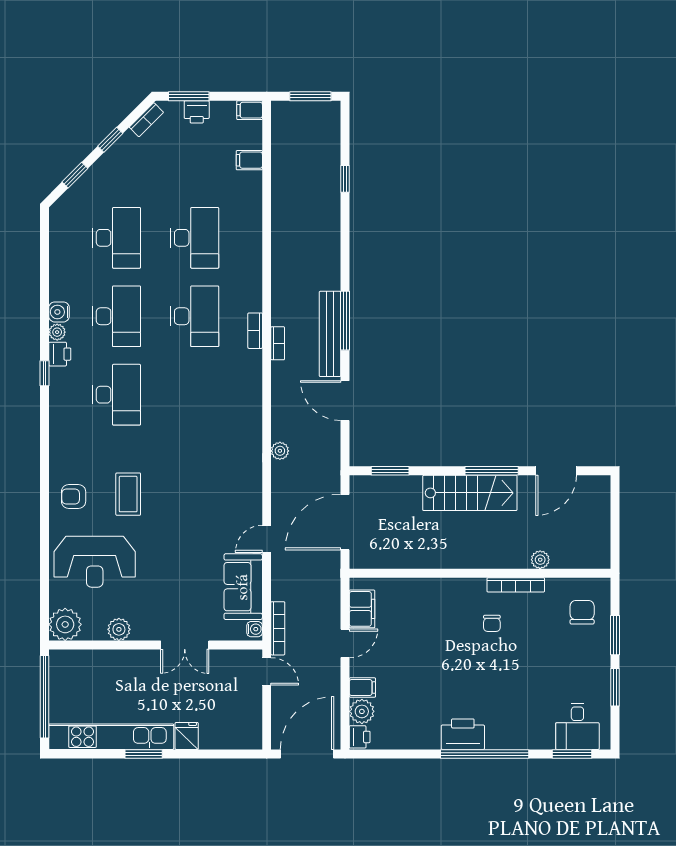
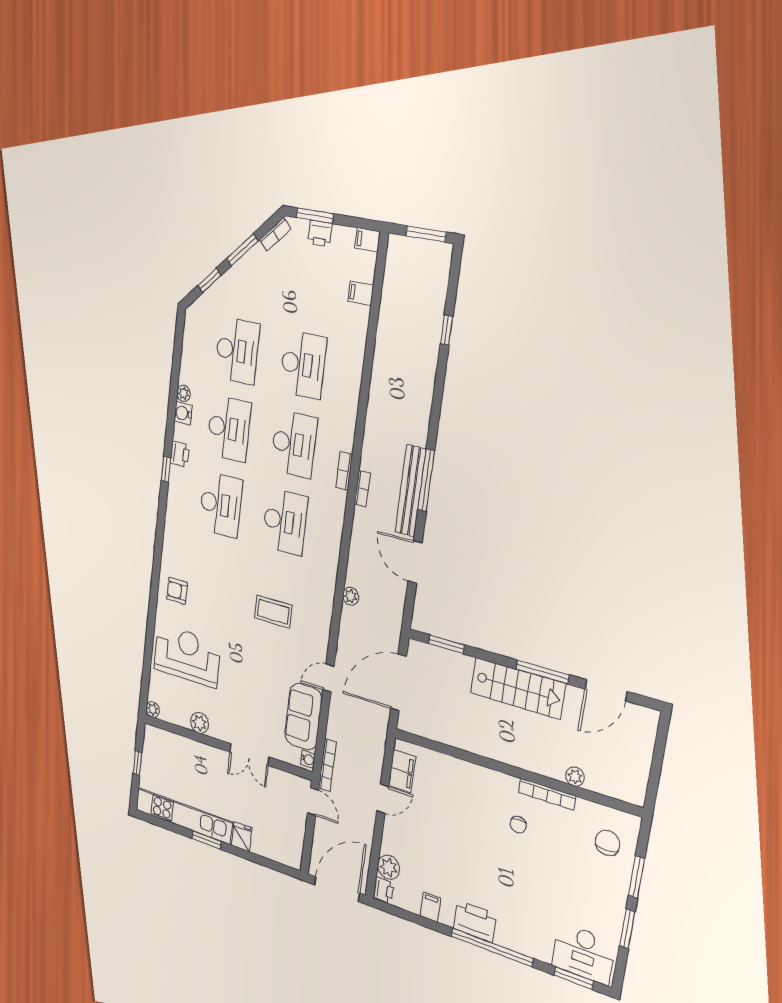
window: (110, 140) -> (242, 250), width x1.50
plant: (57, 332) -> (184, 393), moved
desk: (195, 395) -> (285, 521), added
coffee table: (128, 494) -> (273, 612), moved, turned 90
reception desk: (95, 562) -> (187, 656), turned 180
plant: (65, 624) -> (153, 709), width x0.53, depth x0.53
filing cabinet: (362, 687) -> (430, 907), moved, turned -90
window: (44, 697) -> (137, 763), width x0.32
desk: (577, 726) -> (584, 953), width x1.37

